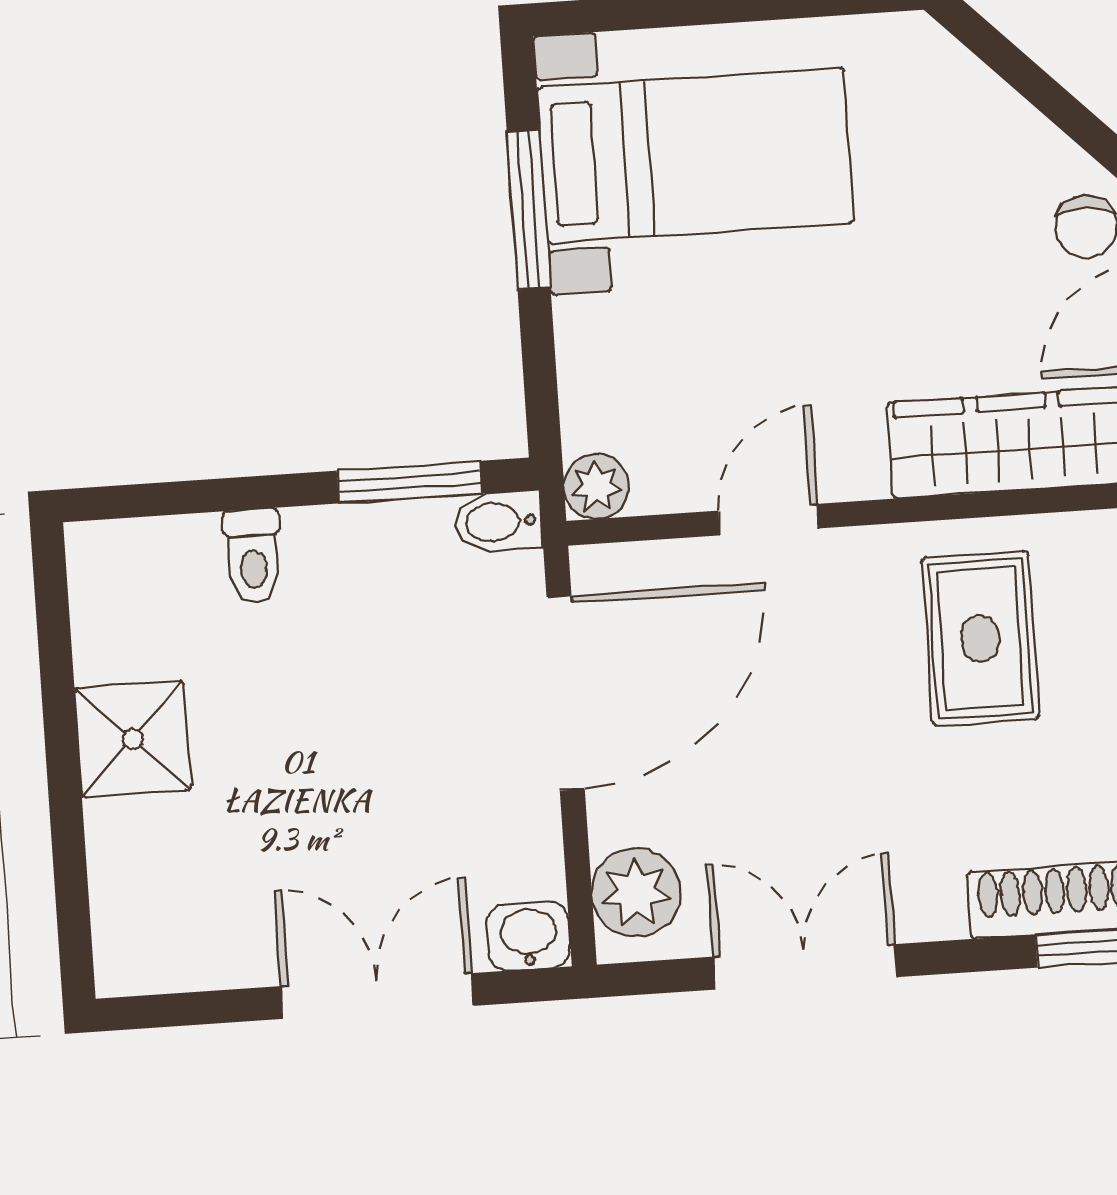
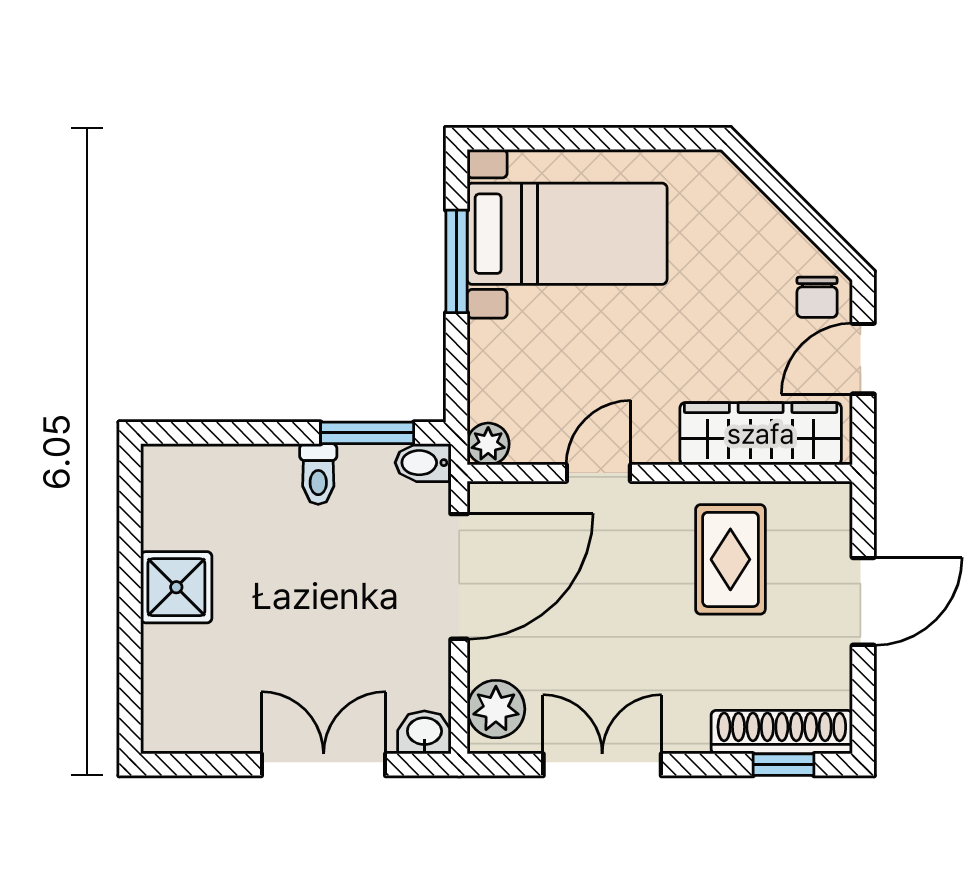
toilet: (253, 556) -> (318, 474), moved

